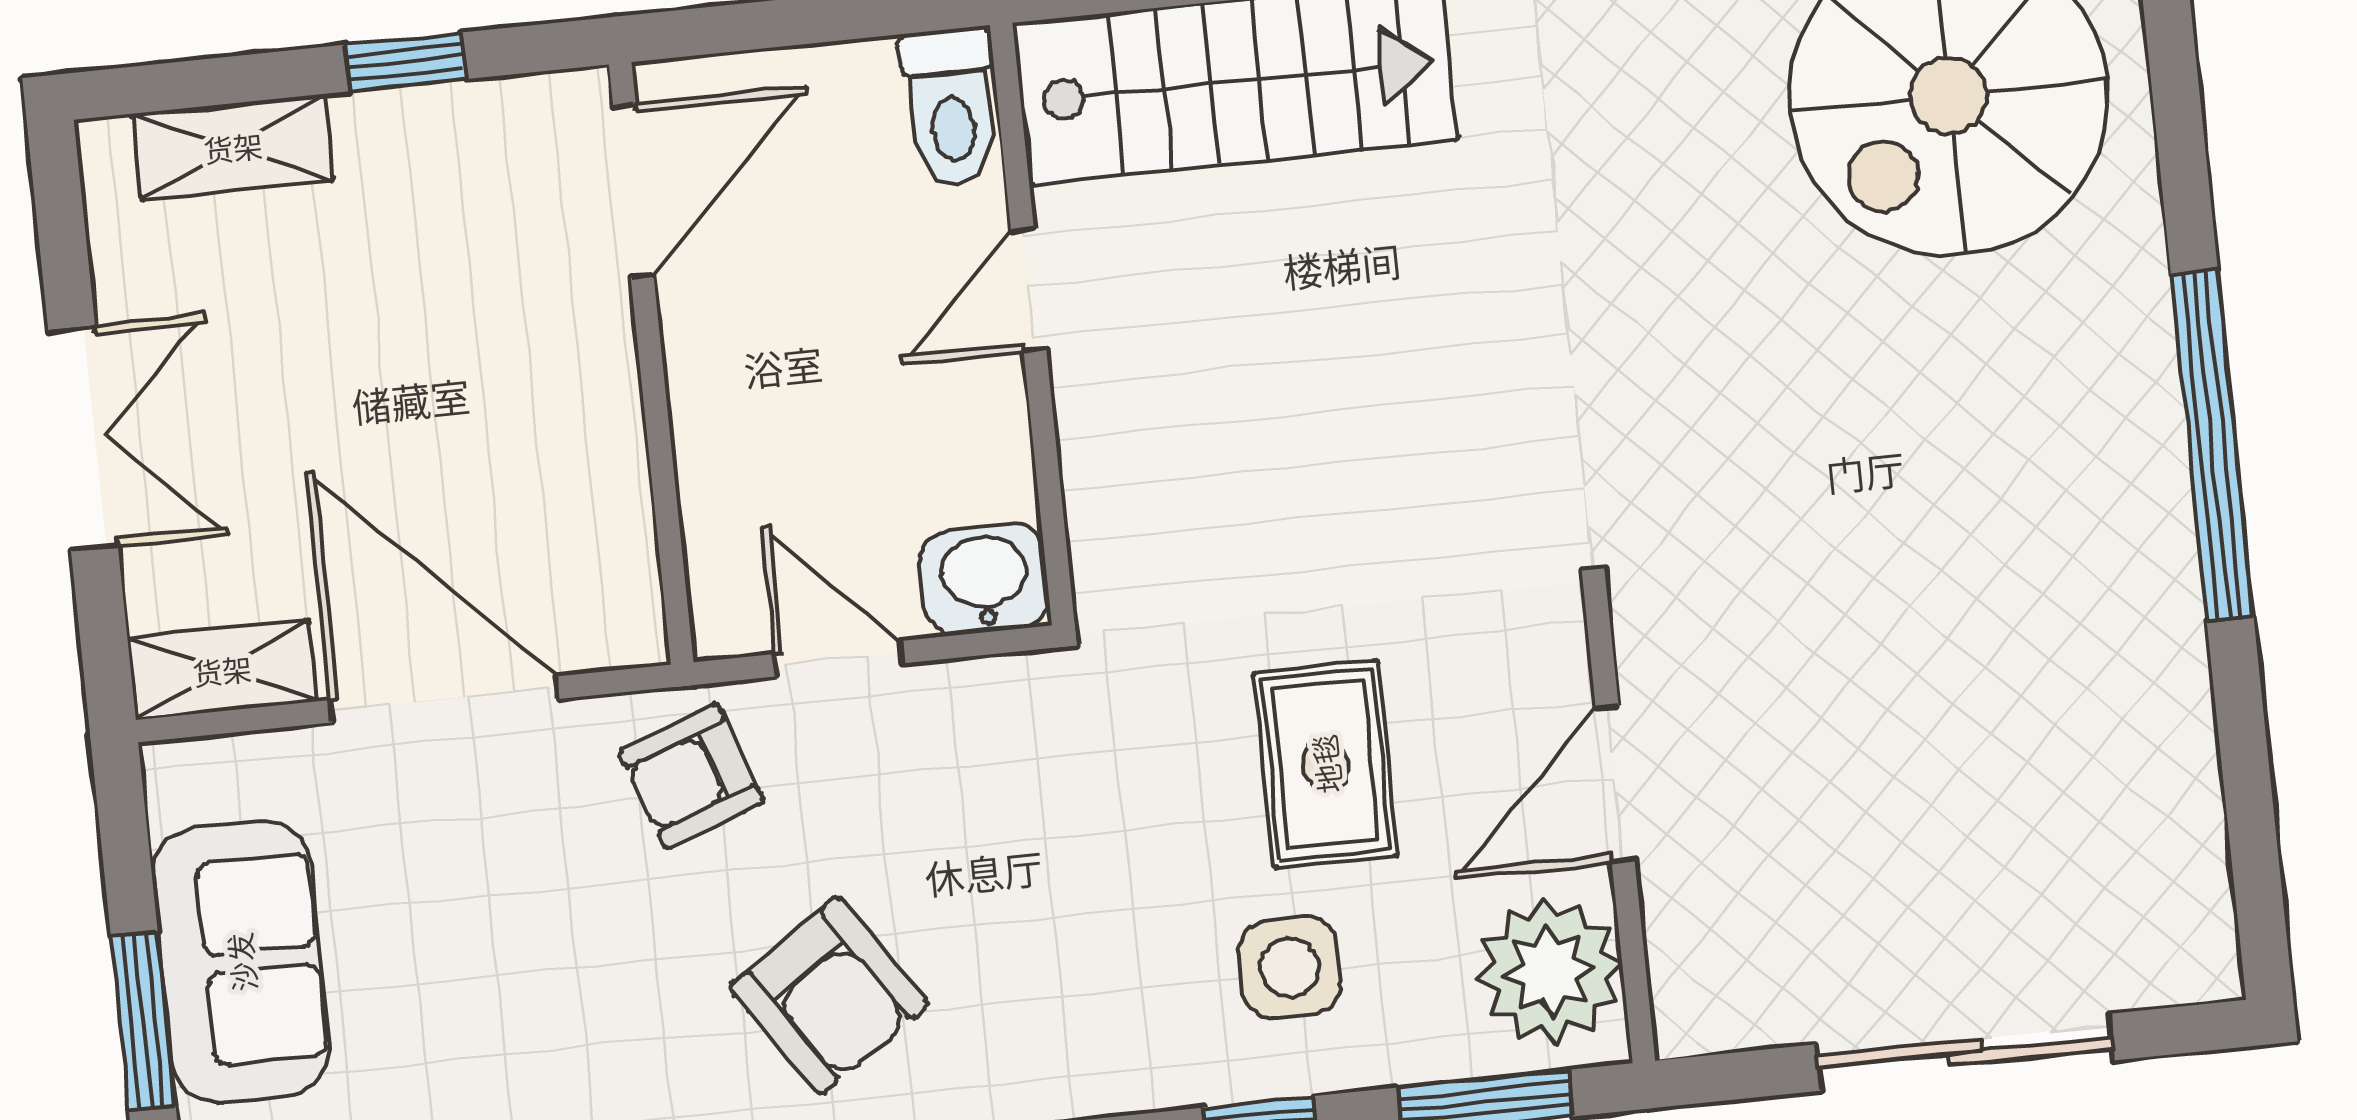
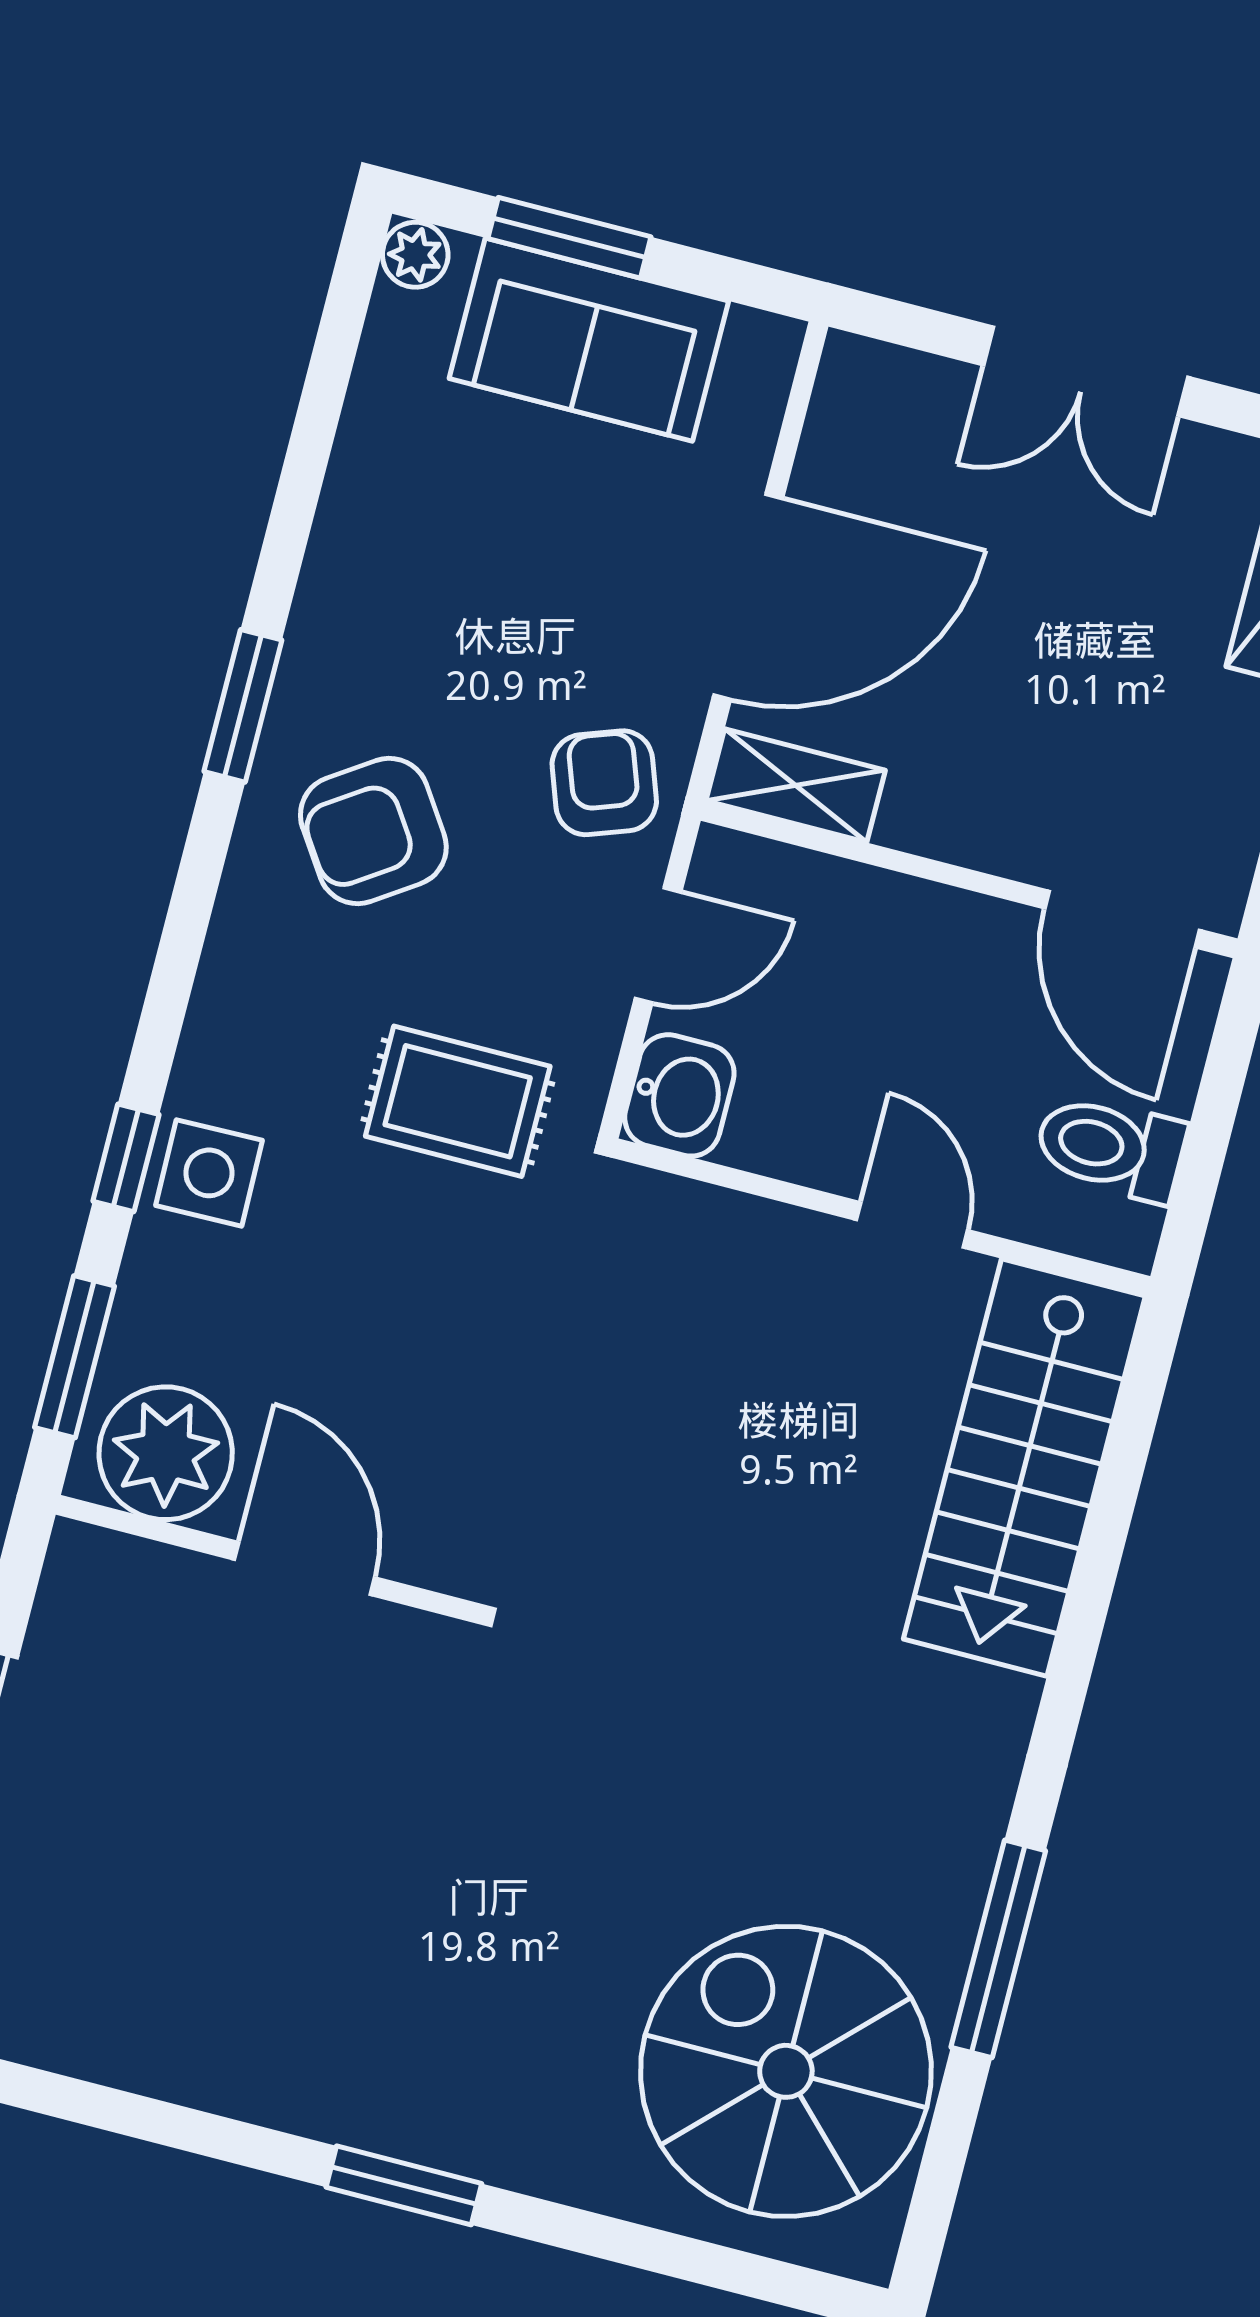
toilet: (951, 107) -> (1111, 1148), moved
window: (2212, 445) -> (404, 2185), width x0.47
shelving: (222, 670) -> (796, 785), moved, turned 90
rug: (1326, 764) -> (458, 1101), moved
side table: (1290, 967) -> (209, 1173), moved

